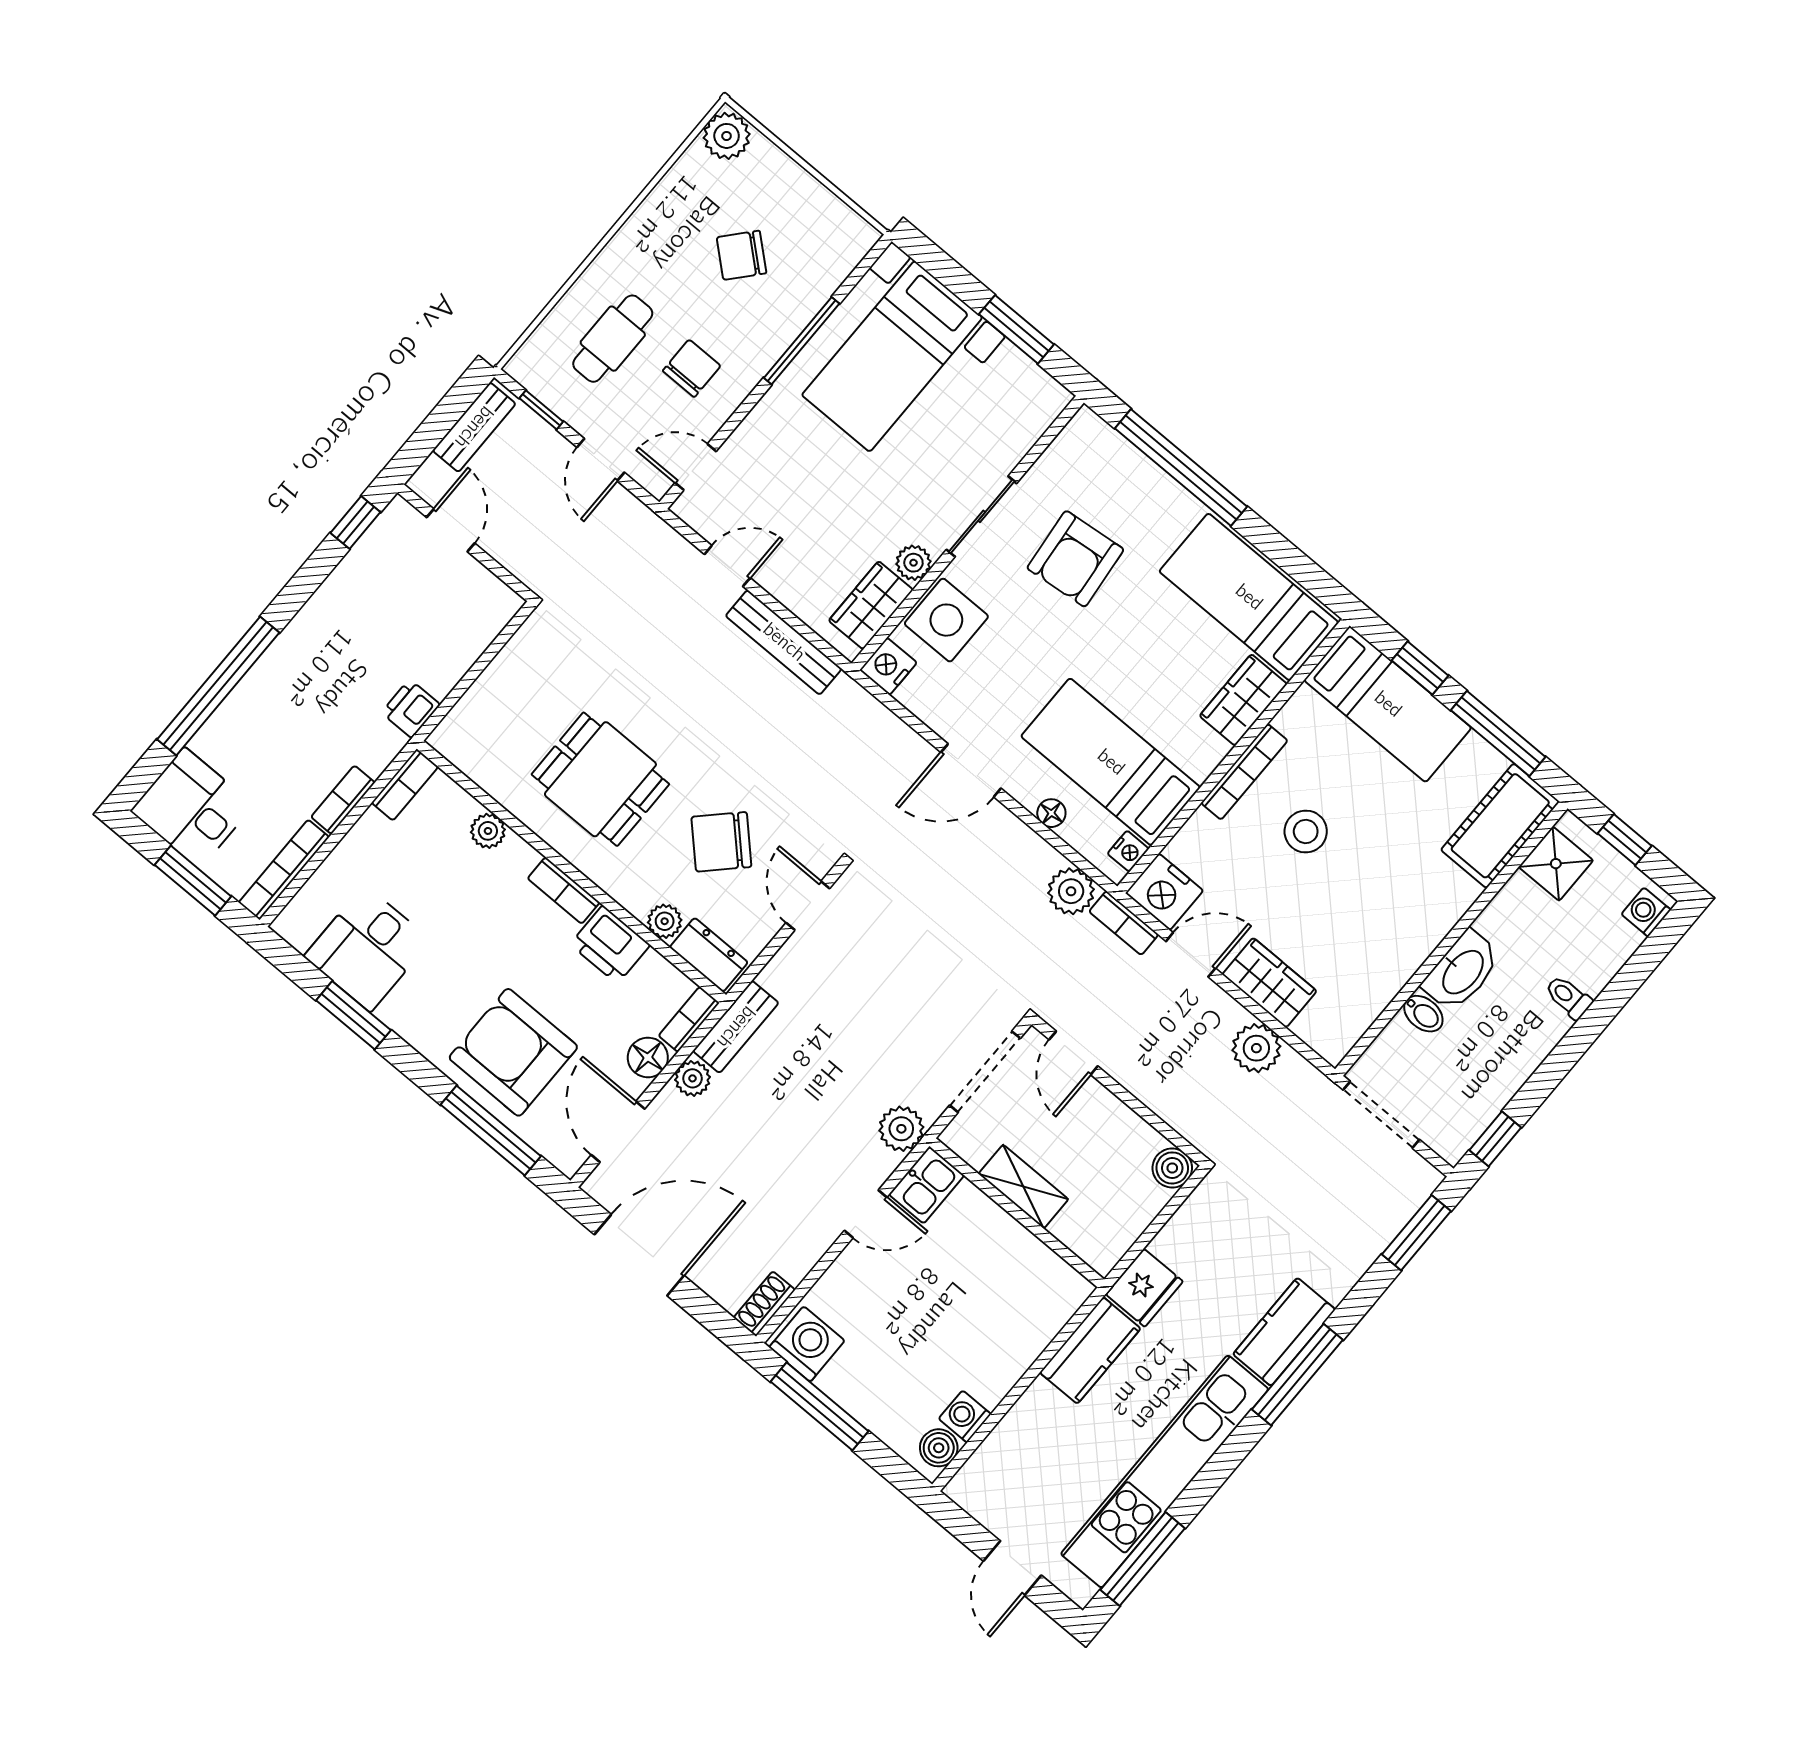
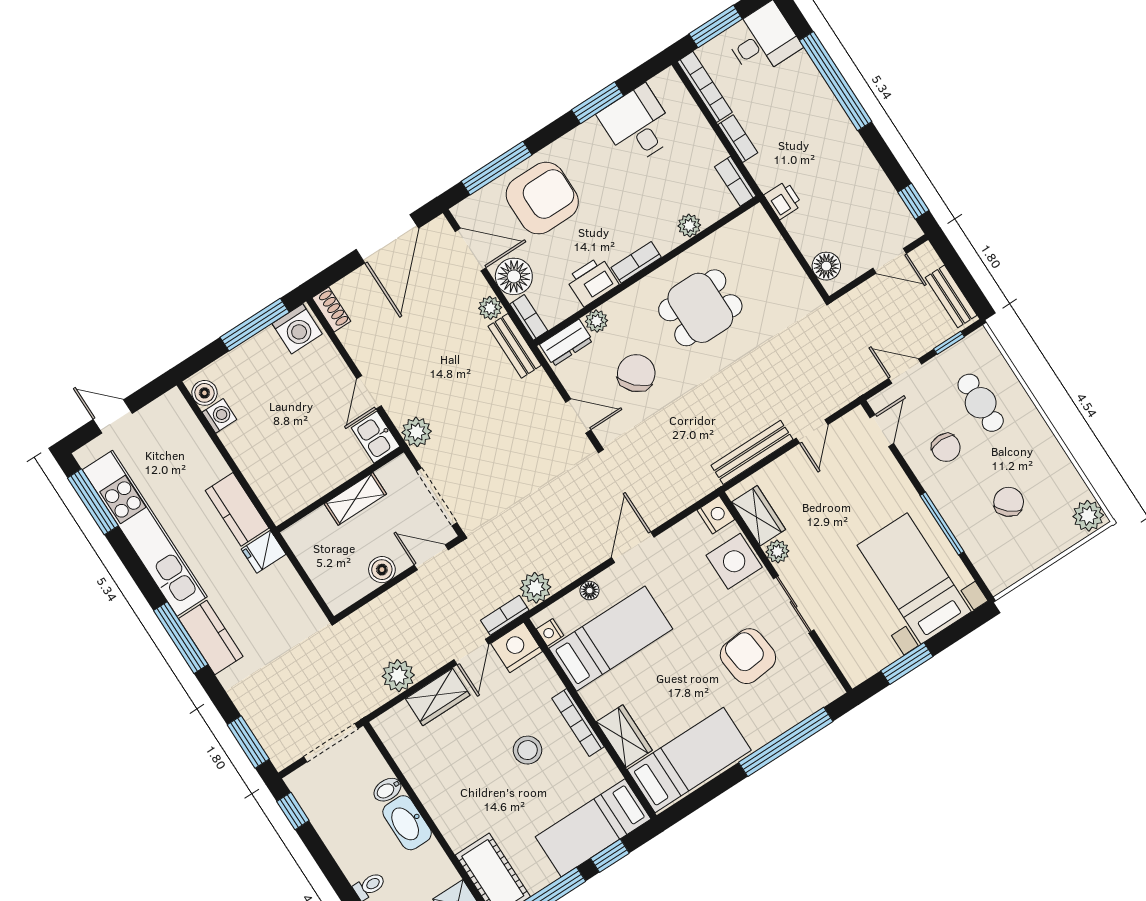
floor lamp: (486, 618) -> (826, 266), added
floor lamp: (648, 1057) -> (514, 276), width x1.38, depth x1.38
boiler: (1172, 1168) -> (382, 570), moved
fridge: (1144, 1288) -> (264, 552), width x0.72

